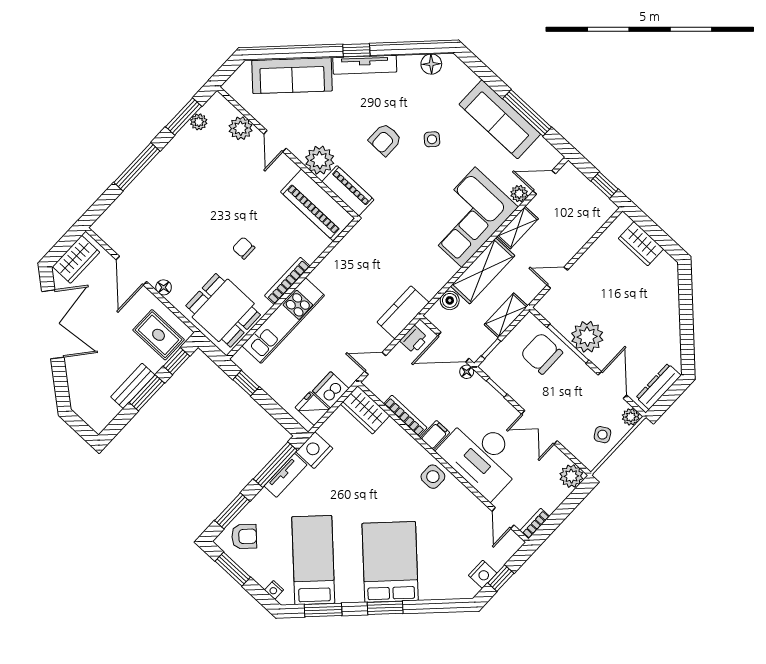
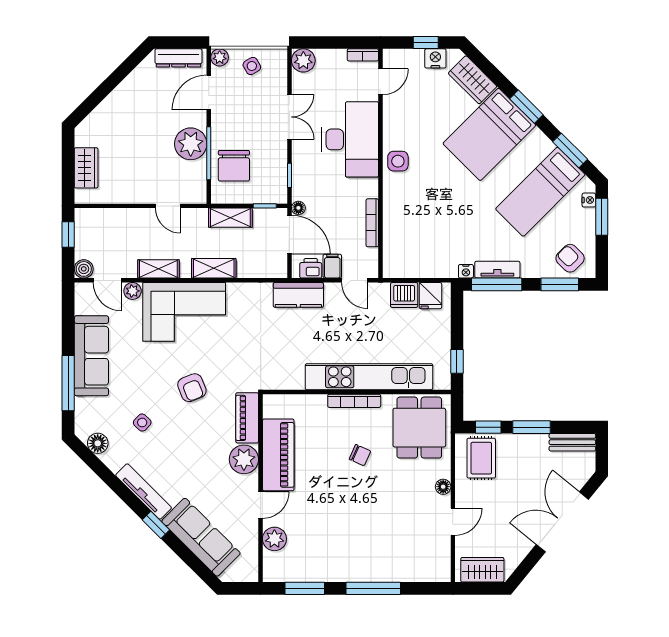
window: (356, 50) -> (156, 525), moved
window: (527, 113) -> (68, 383), moved
plant: (199, 122) -> (298, 574), removed
side table: (432, 139) -> (142, 423), moved
armchair: (385, 140) -> (192, 388), moved, turned 68
piano: (317, 205) -> (278, 455), moved
chair: (244, 248) -> (360, 455), turned -66
door: (131, 271) -> (453, 522), width x0.73
shelving: (483, 271) -> (214, 268), width x0.67, depth x0.75
boiler: (450, 300) -> (84, 269), moved
kitchen unit: (283, 321) -> (369, 377), width x1.36
double door: (53, 324) -> (562, 522), moved
bench: (133, 386) -> (572, 442), moved
wardrobe: (365, 410) -> (473, 80), moved, turned 135
filing cabinet: (435, 435) -> (332, 266), moved, turned 90
nightstand: (314, 450) -> (466, 271), width x0.53, depth x0.56
window: (233, 569) -> (602, 217), moved

